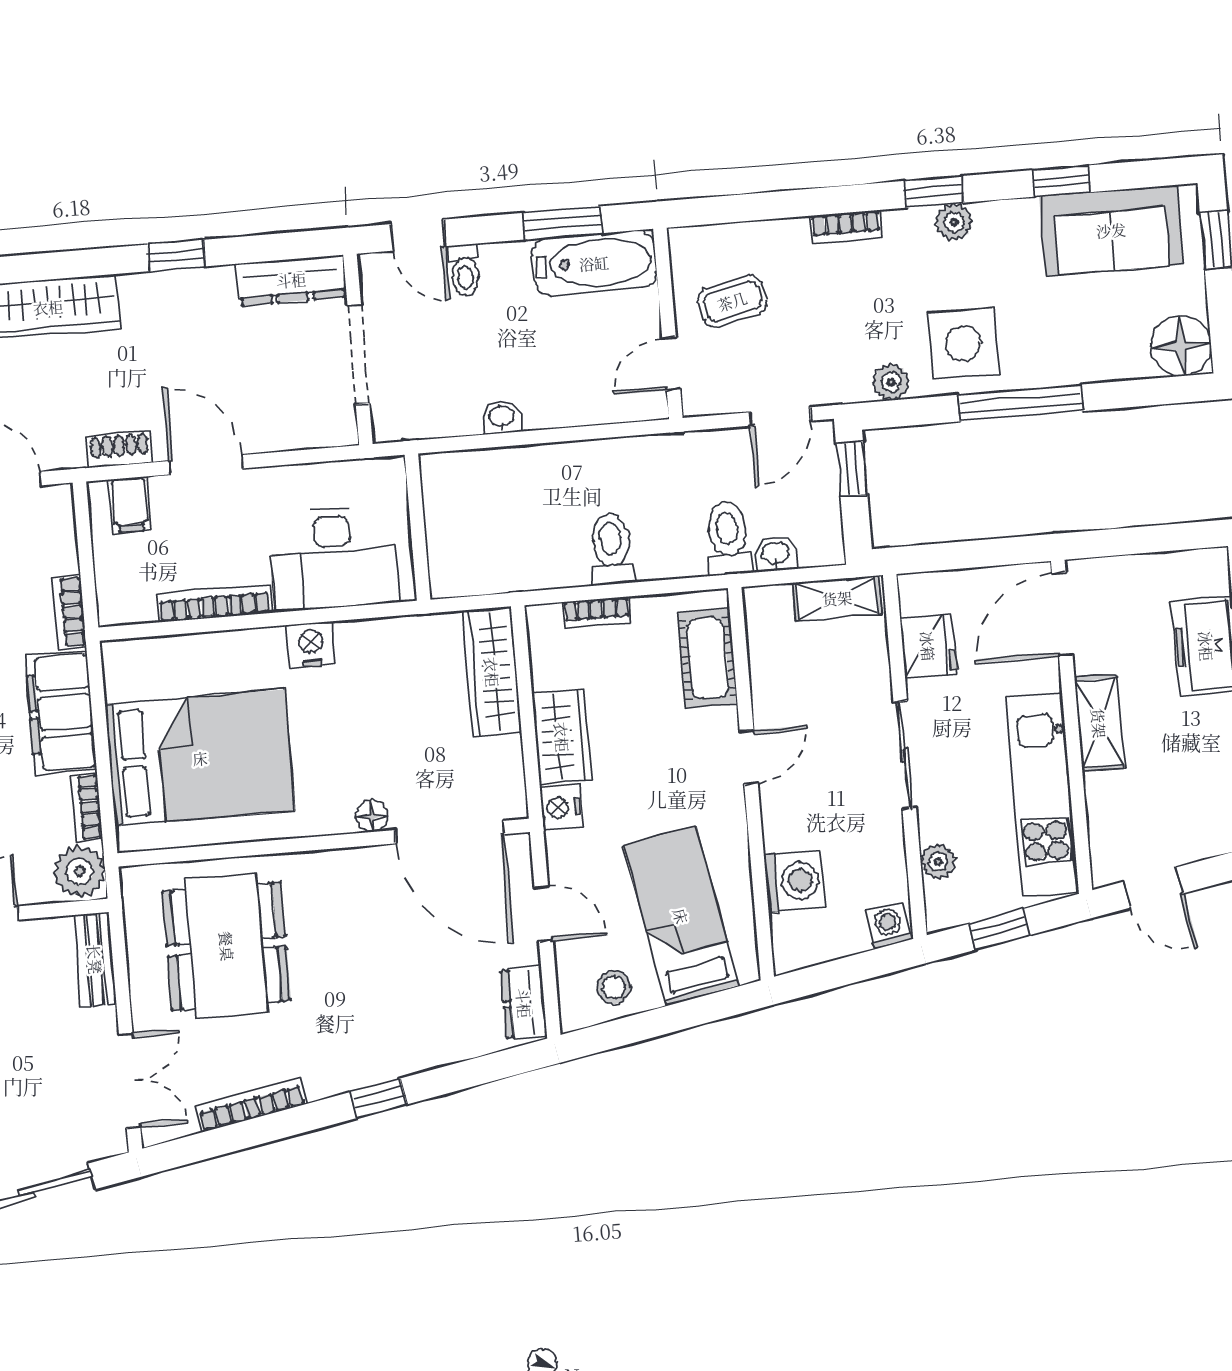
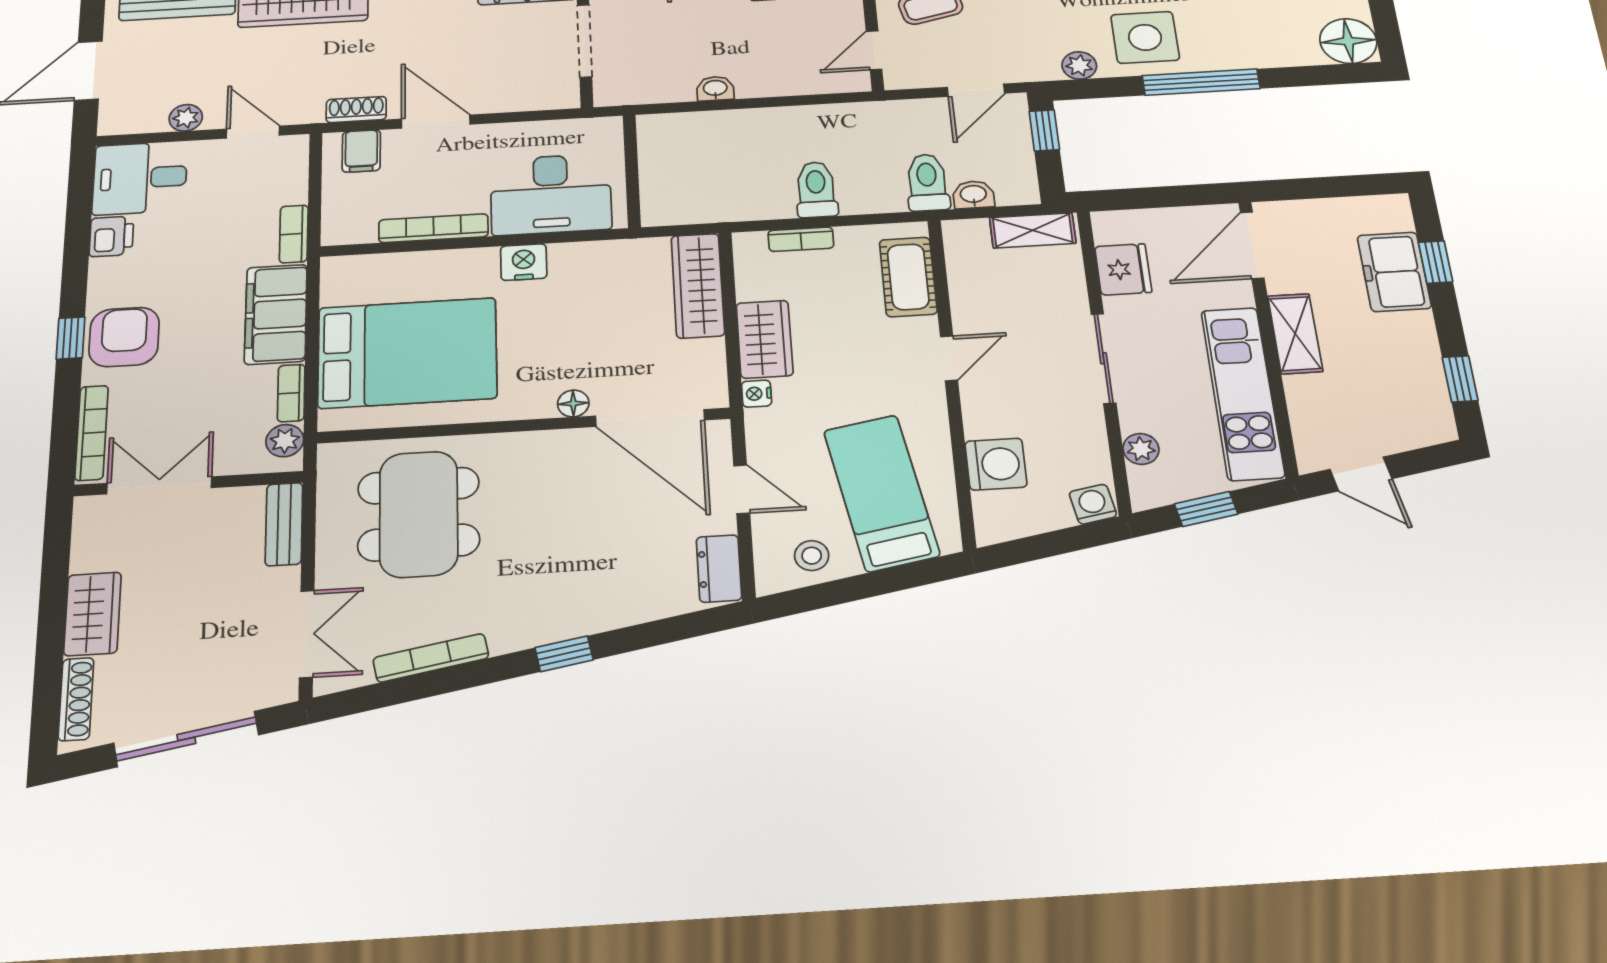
nightstand: (561, 807) -> (757, 394), width x0.72, depth x0.74
plant: (79, 871) -> (285, 441), width x0.73, depth x0.73

